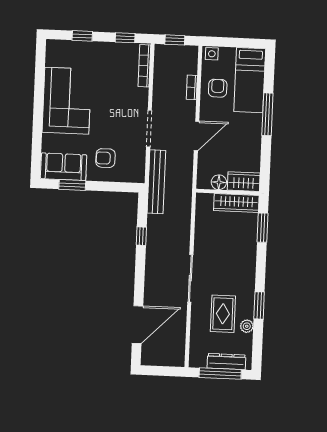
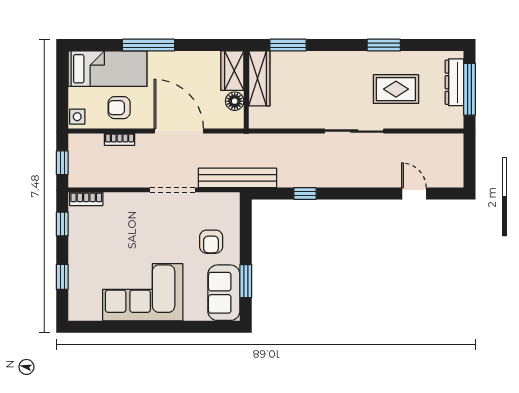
bookcase: (144, 66) -> (86, 199), width x0.64
door: (197, 136) -> (179, 131), width x1.36
door: (138, 325) -> (414, 193), width x0.53
plant: (247, 326) -> (410, 59), removed

